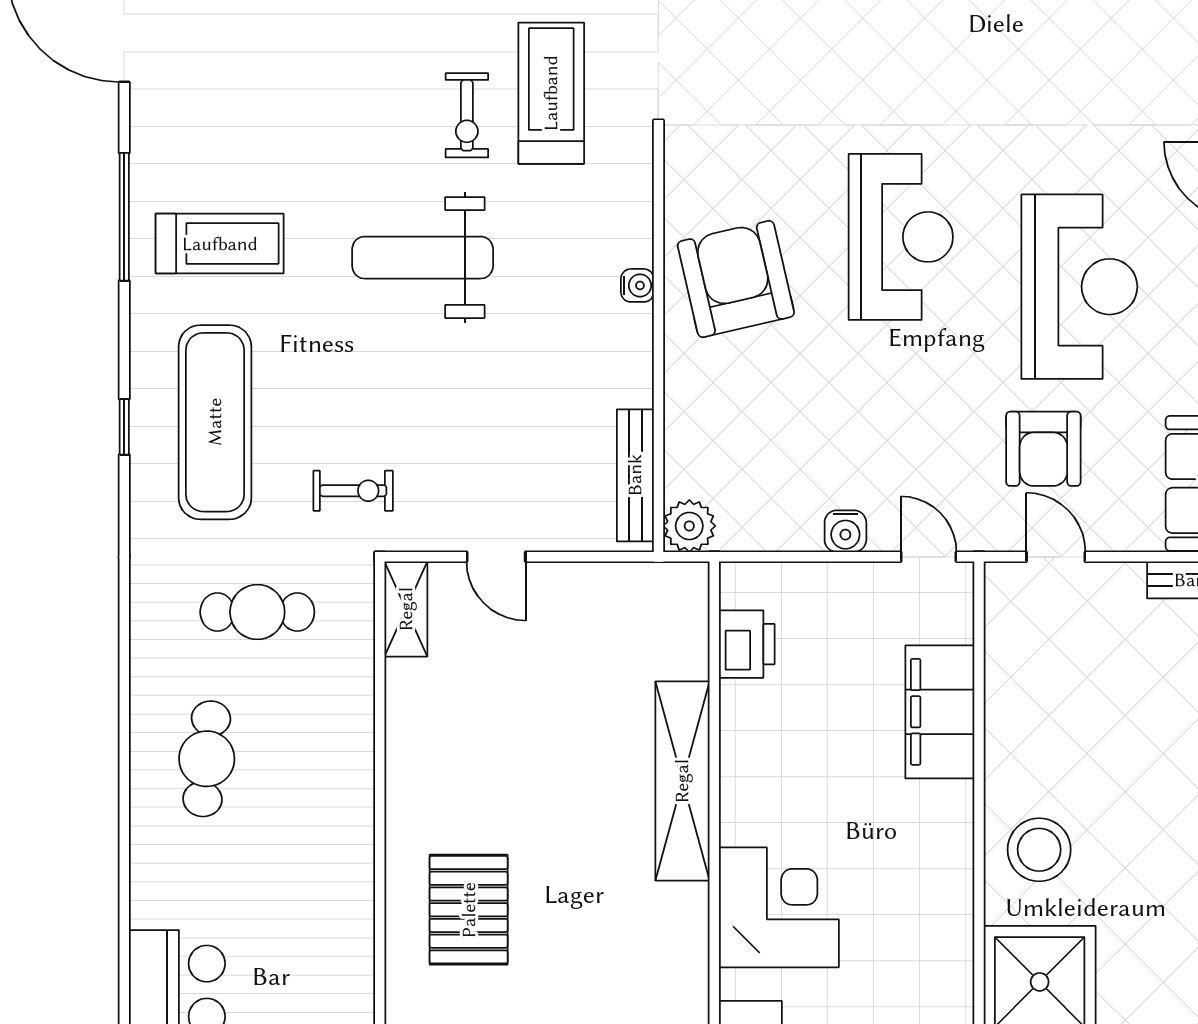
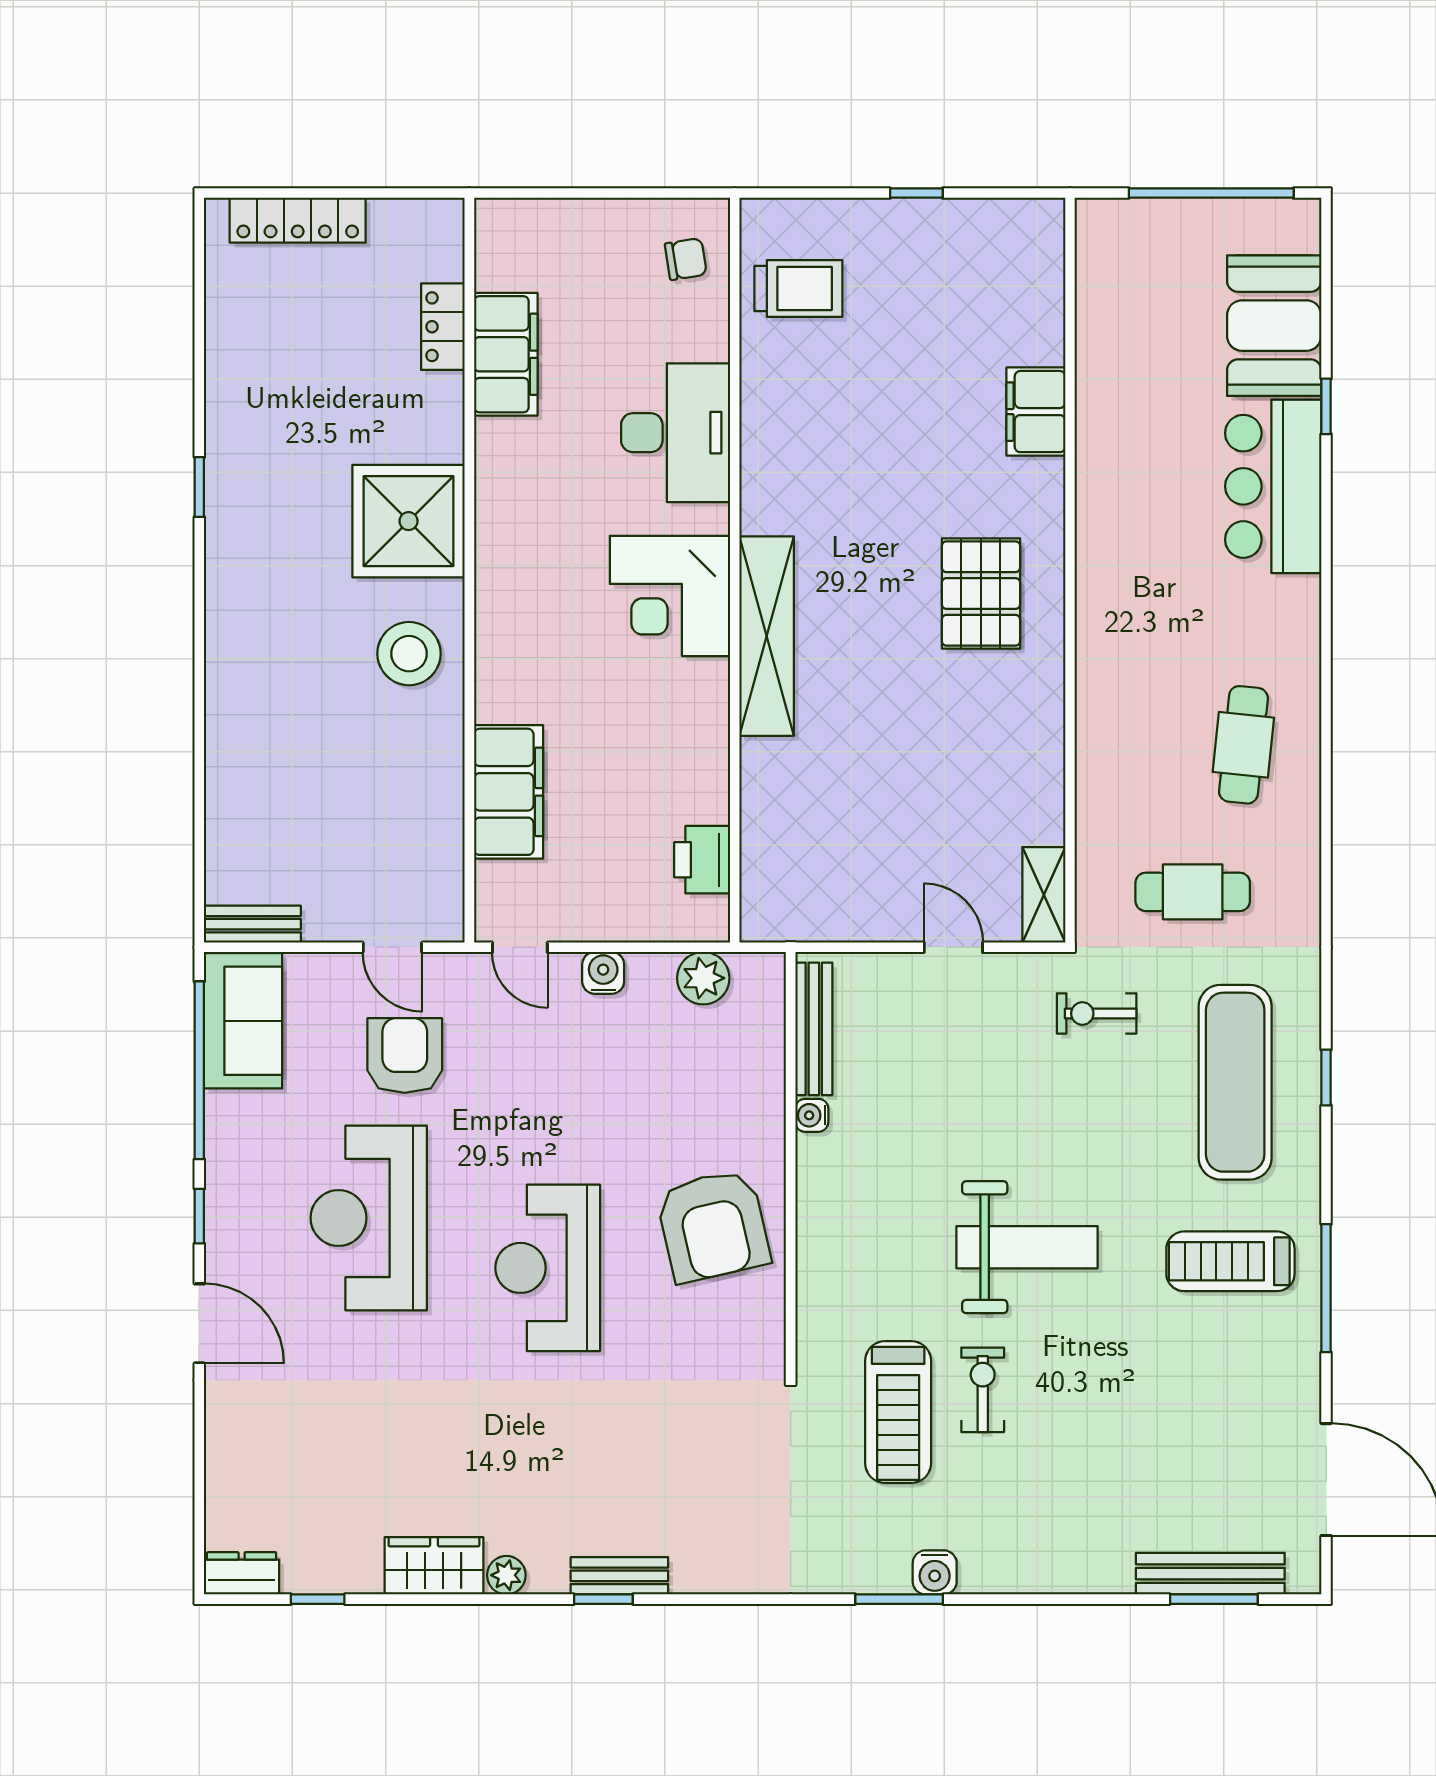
water cooler: (637, 285) -> (812, 1115), moved
plant: (689, 526) -> (703, 978), moved
shelving: (682, 781) -> (767, 636), moved

